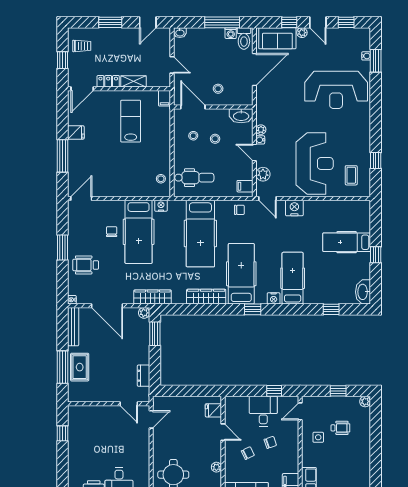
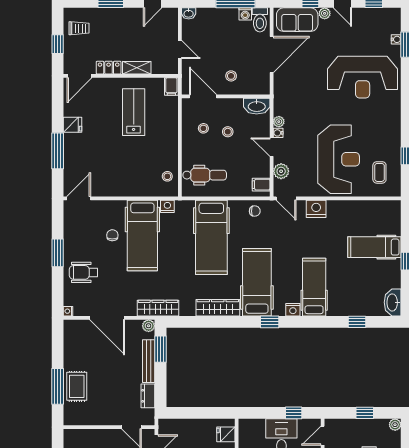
bench: (73, 327) -> (149, 361), moved

